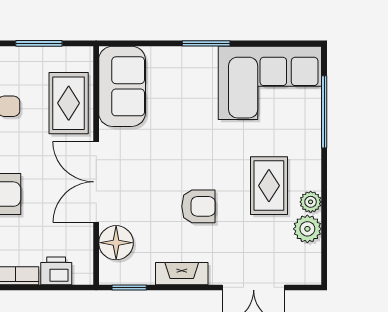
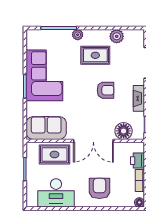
corner sofa: (270, 83) -> (44, 75), moved
plant: (311, 202) -> (78, 35), moved
armchair: (198, 206) -> (106, 90), turned 90

